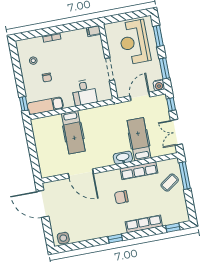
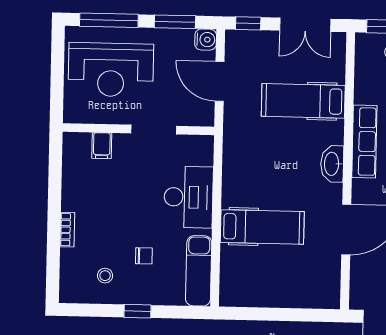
filing cabinet: (94, 31) -> (102, 146), moved
window: (158, 36) -> (109, 20), width x1.44
desk: (84, 92) -> (189, 197), width x1.37
window: (24, 104) -> (138, 311), moved
washbasin: (123, 158) -> (332, 164), moved
row of seats: (139, 171) -> (364, 142), moved

